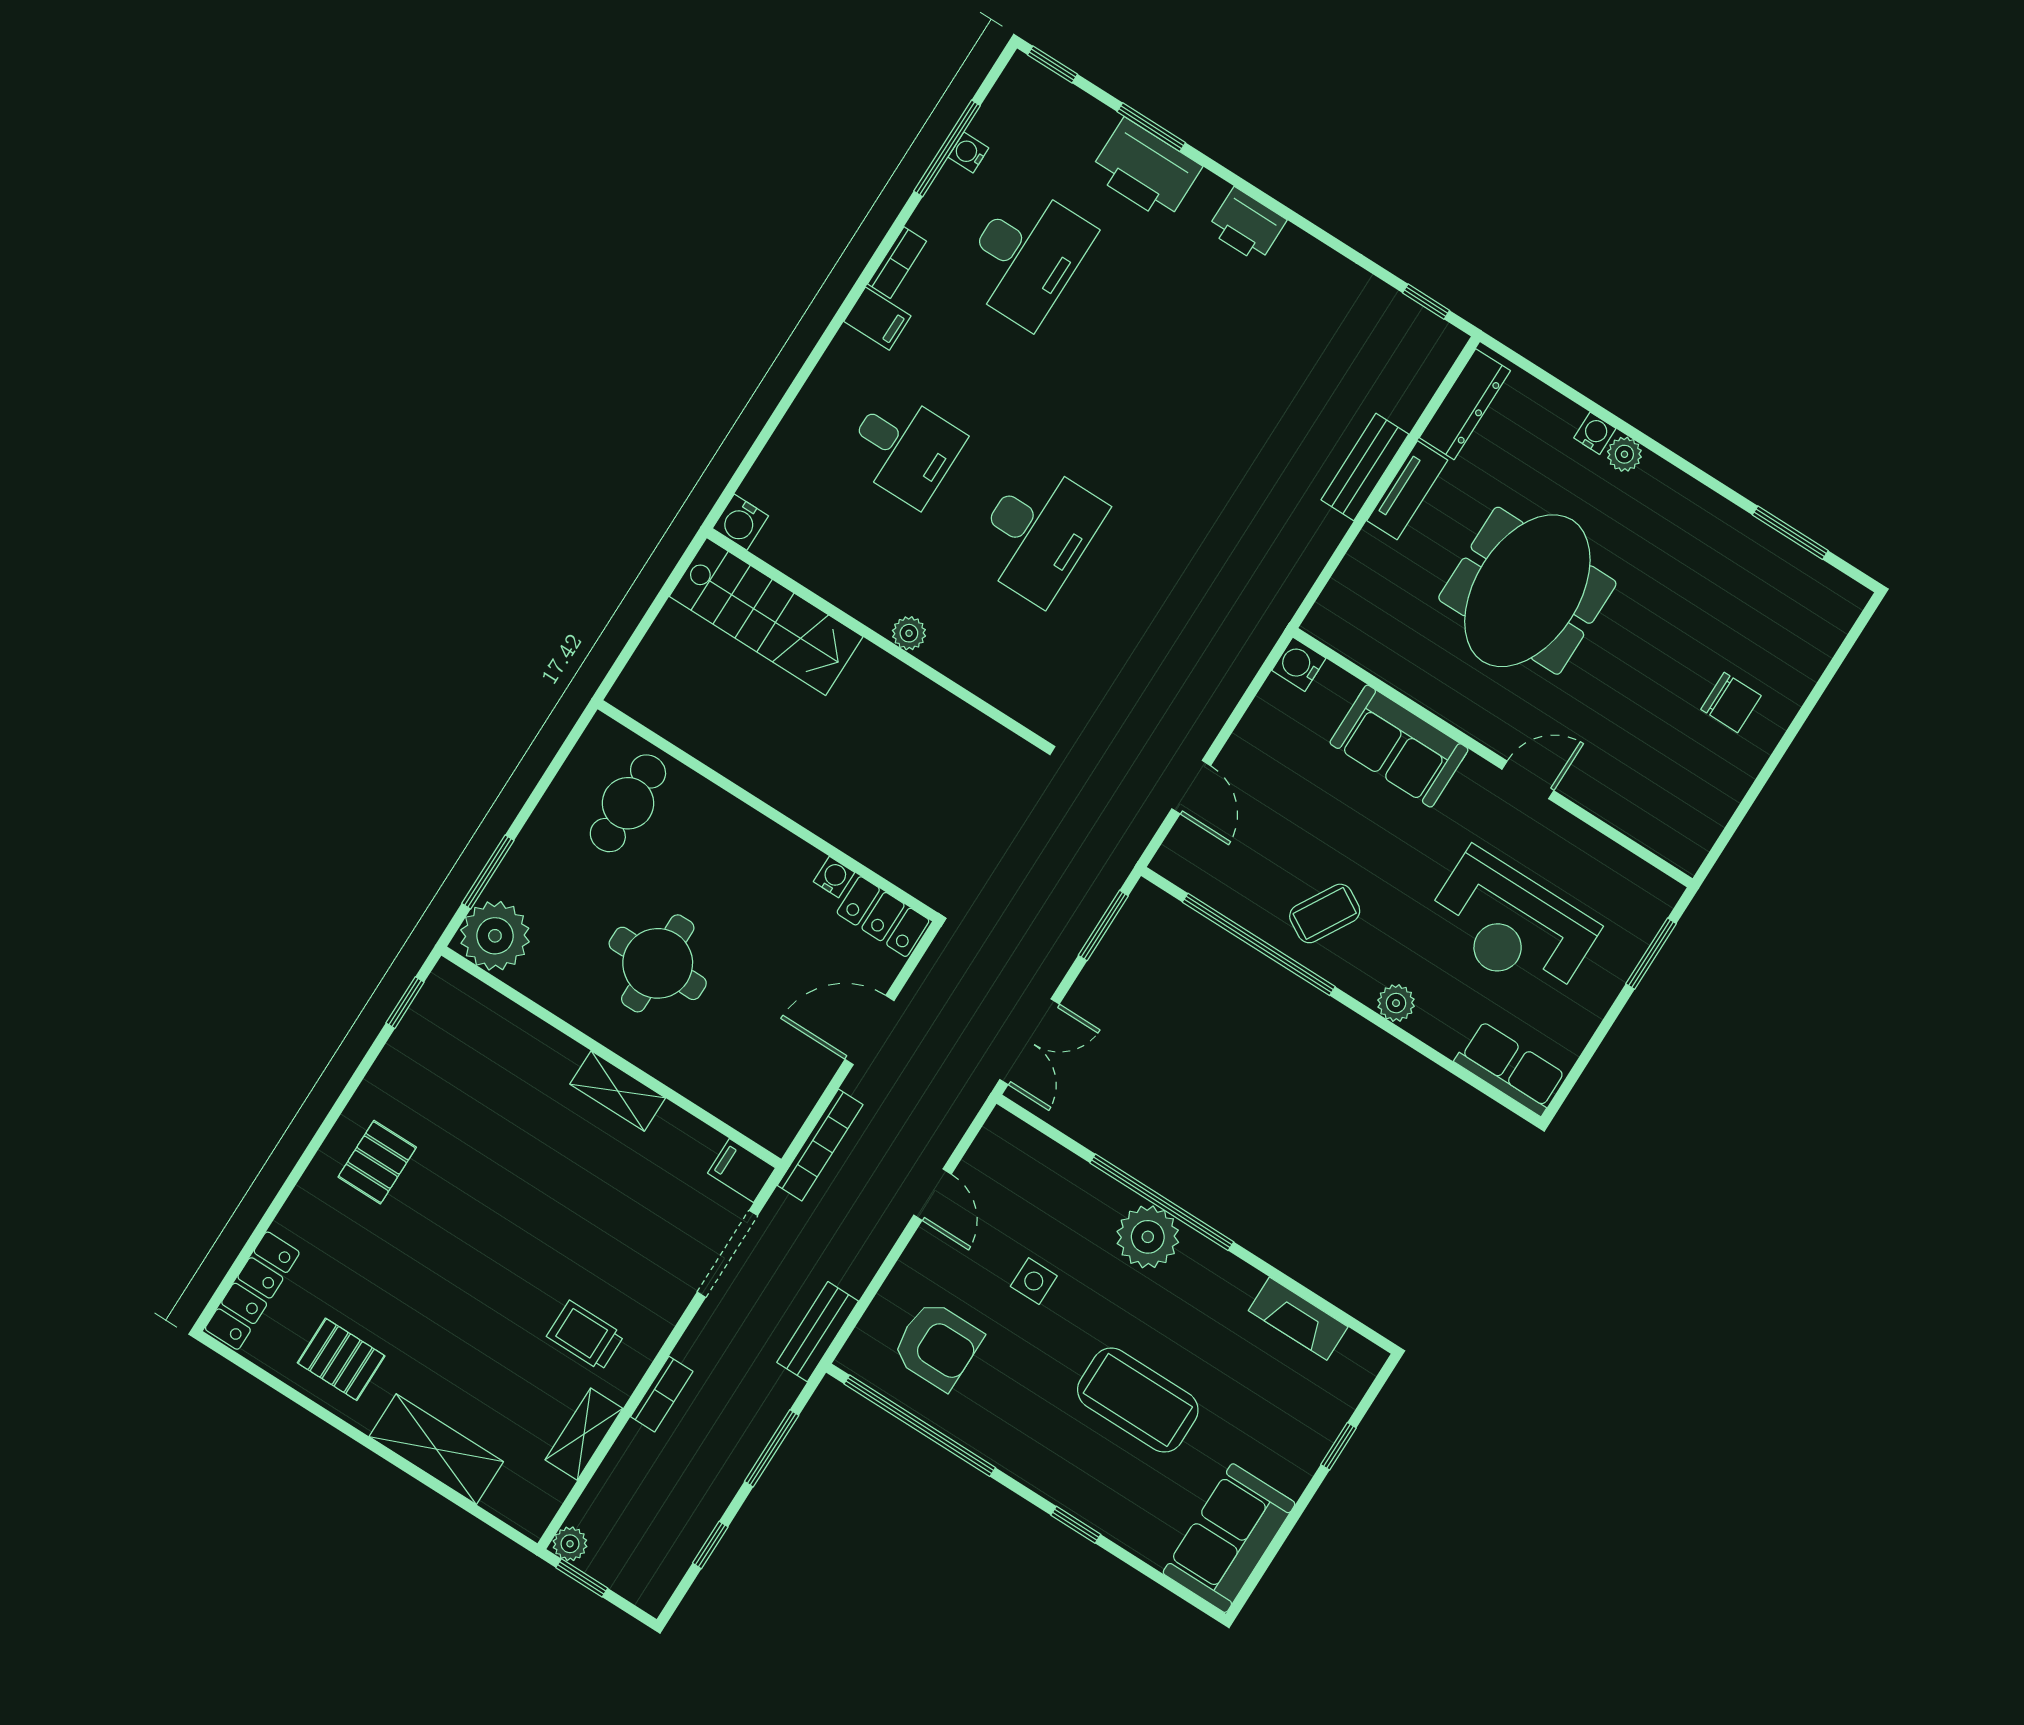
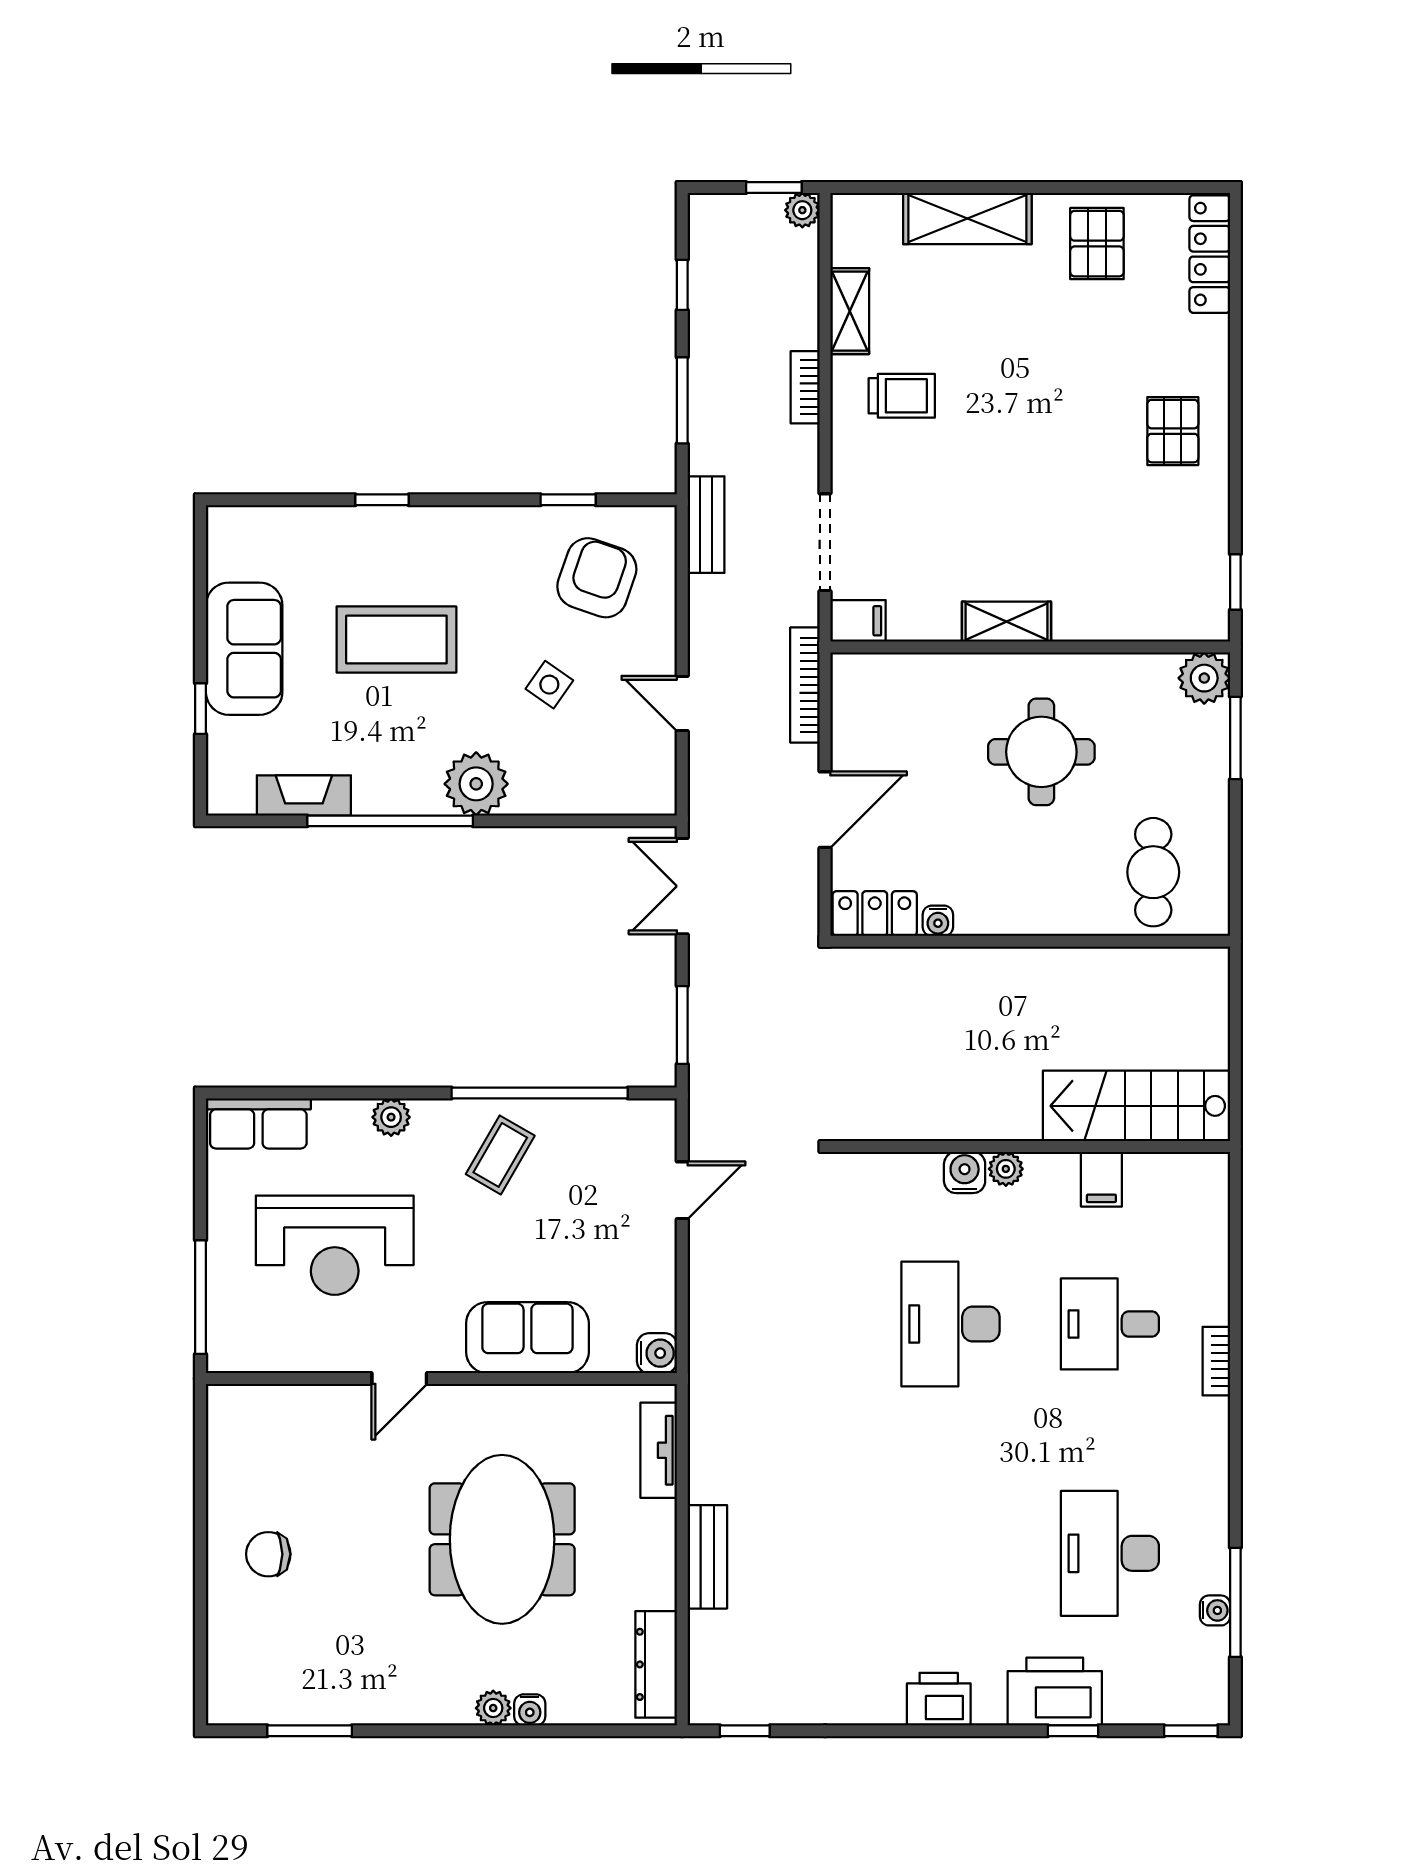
window: (1151, 127) -> (1073, 1731), width x0.67
bookcase: (897, 263) -> (1216, 1361), moved
filing cabinet: (877, 319) -> (1101, 1179), moved, turned -90
tv unit: (1407, 490) -> (659, 1450), moved
water cooler: (740, 522) -> (965, 1173), moved
door: (1191, 787) -> (682, 1190), swing flipped
reception desk: (1511, 926) -> (335, 1245), turned 180
plant: (495, 936) -> (1204, 678), width x0.73, depth x0.73
window: (1651, 954) -> (201, 1297), width x1.44
window: (1162, 1202) -> (390, 821), moved
side table: (1034, 1281) -> (549, 685), turned 35
armchair: (937, 1345) -> (597, 578), turned 109
pallet: (341, 1359) -> (1097, 244), turned 90
window: (920, 1426) -> (568, 500), width x0.32
sofa: (1229, 1538) -> (244, 649), moved

